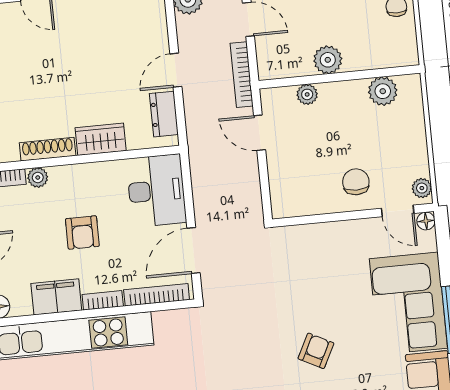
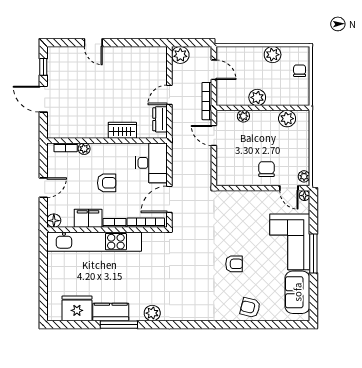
shoe rack: (48, 149) -> (91, 133), removed
armchair: (82, 233) -> (107, 183), turned -90
armchair: (316, 351) -> (234, 264), turned 63

